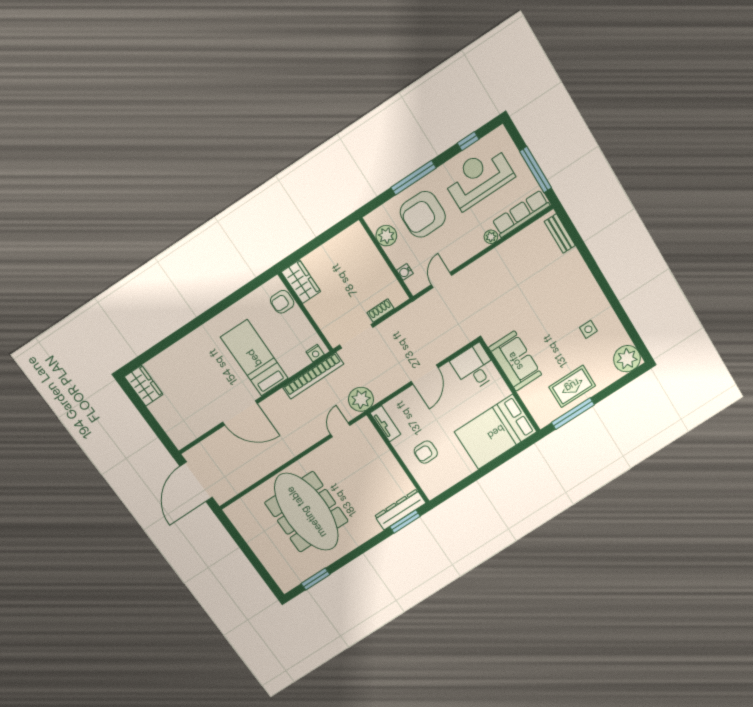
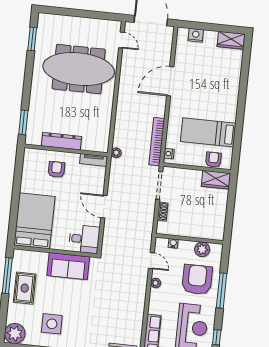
plant: (491, 237) -> (156, 283), moved
side table: (588, 329) -> (52, 324), width x1.87, depth x1.87
bed: (254, 358) -> (208, 132), moved, turned 180
plant: (361, 399) -> (116, 153), width x0.53, depth x0.53
nightstand: (171, 426) -> (196, 35), added
door: (340, 430) -> (121, 40), moved
dresser: (400, 509) -> (62, 141), moved, turned -90

